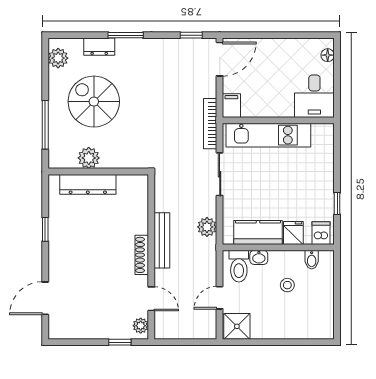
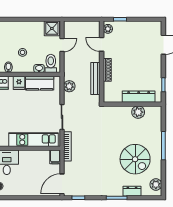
plant: (89, 158) -> (138, 112), moved
wall: (98, 172) -> (133, 104), moved
dresser: (88, 184) -> (139, 97), moved

